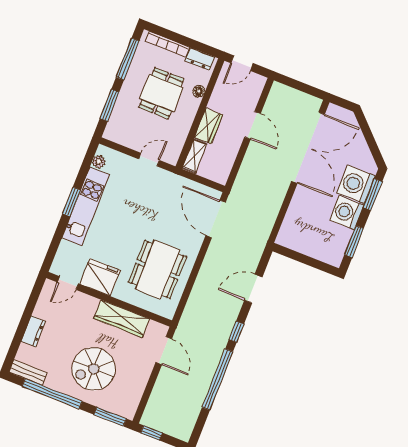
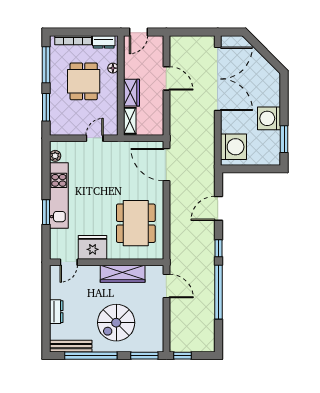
washing machine: (356, 184) -> (233, 147), moved, turned 180
window: (373, 195) -> (284, 96), removed
window: (71, 202) -> (46, 212), moved
bench: (28, 372) -> (71, 346), width x1.36

